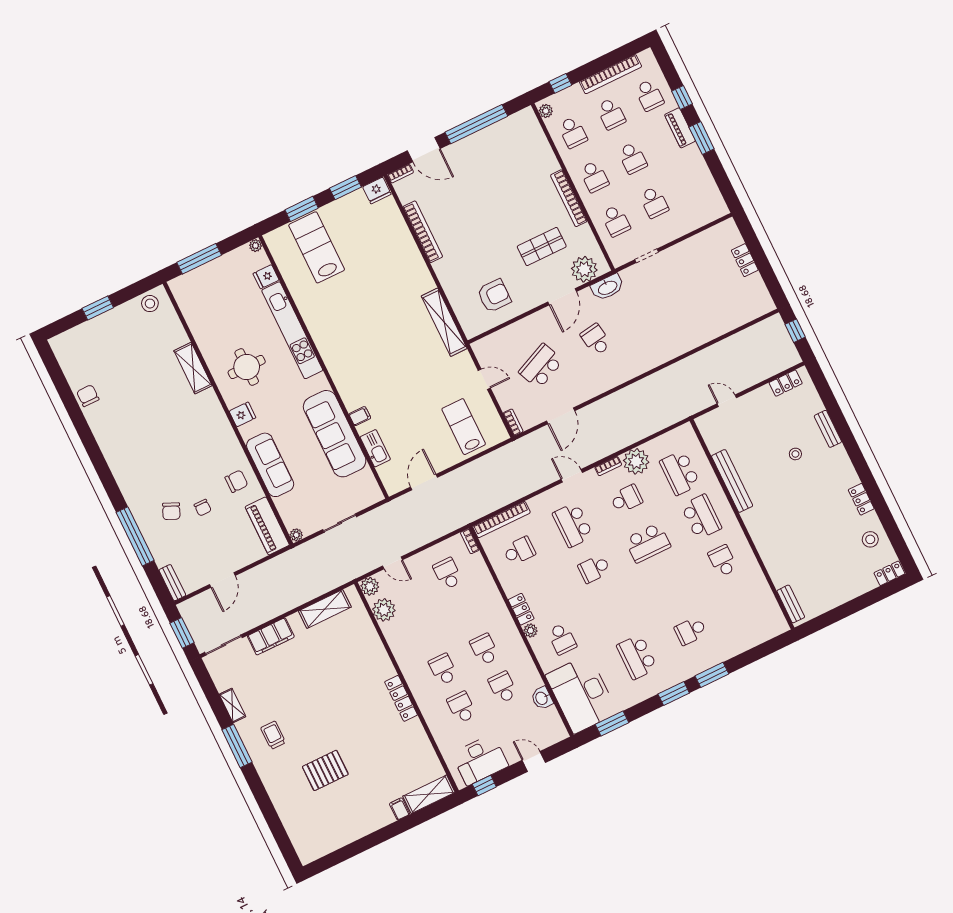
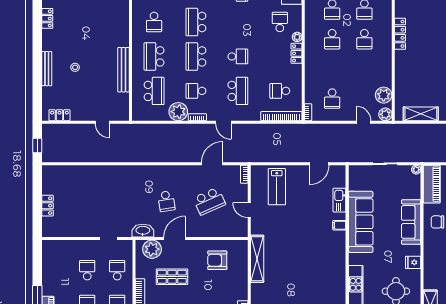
bench: (828, 429) -> (47, 69), width x1.36
school desk: (648, 543) -> (196, 56), turned -90
school desk: (669, 587) -> (196, 22), added

